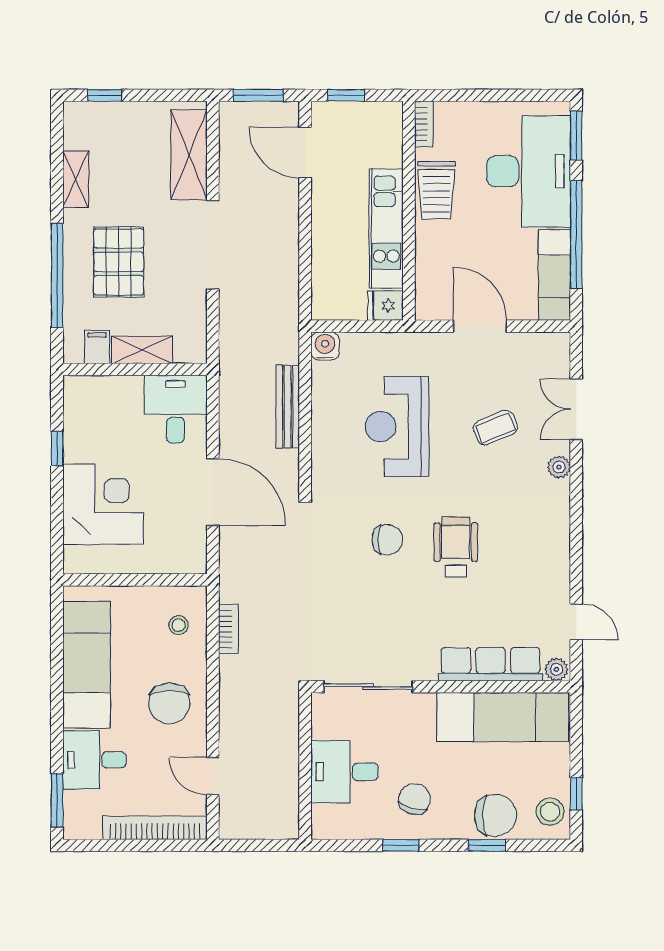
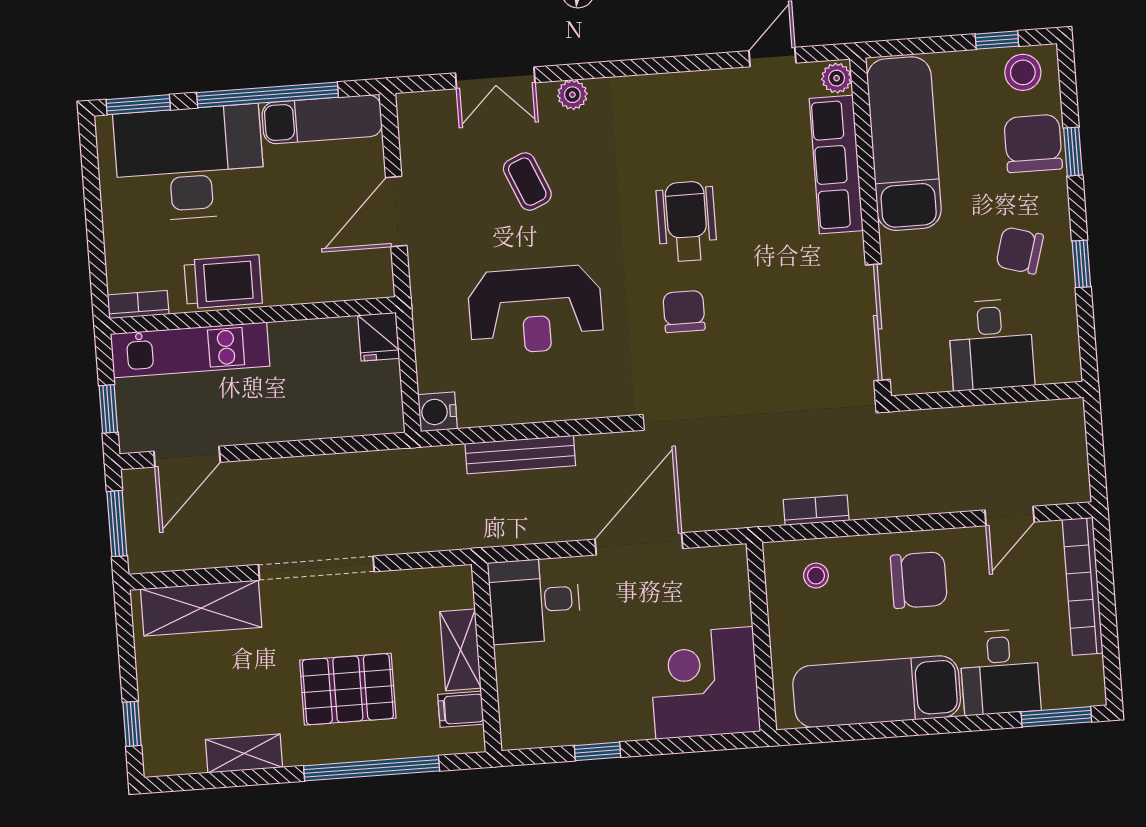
kitchen unit: (386, 229) -> (190, 350), moved
corner desk: (103, 504) -> (704, 683), moved
wheelchair: (456, 547) -> (687, 221), turned 90

